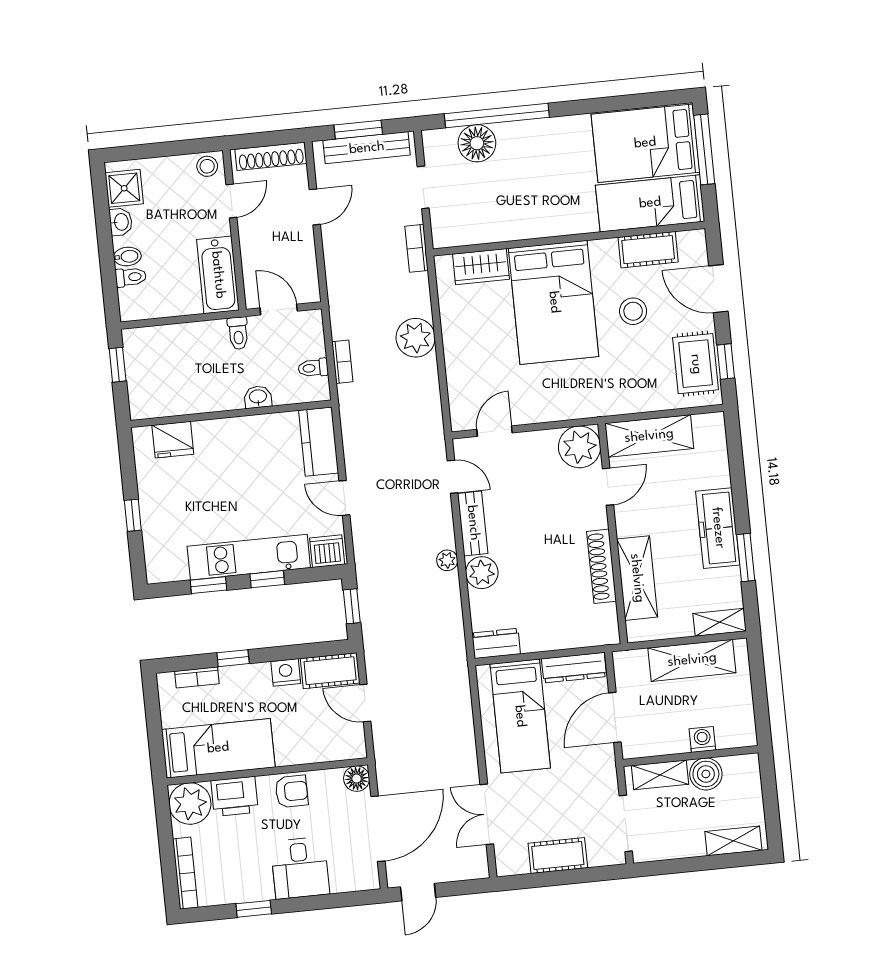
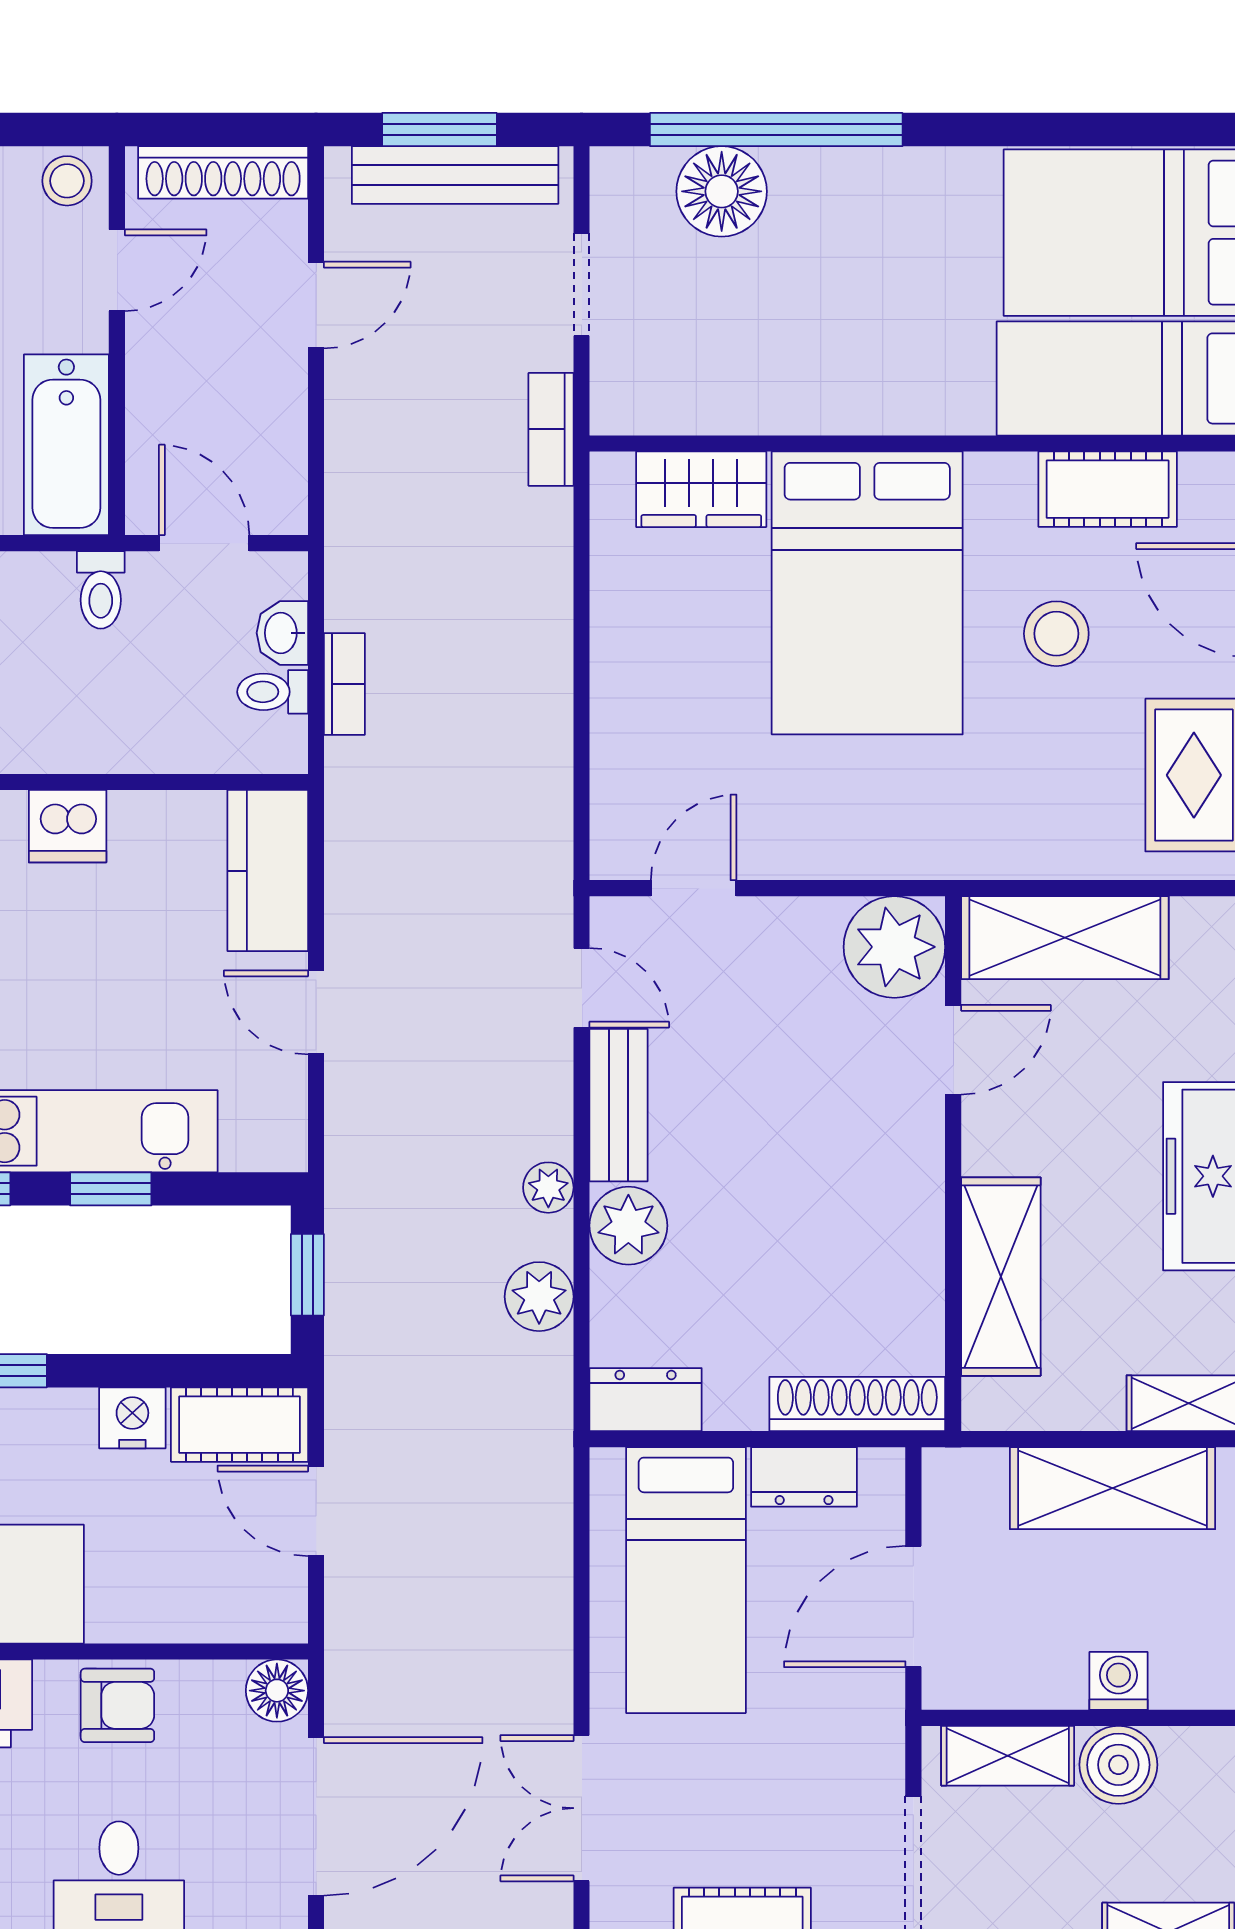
plant: (416, 338) -> (539, 1297), moved, width x0.73, depth x0.73
washbasin: (258, 397) -> (282, 633), moved, turned -90
dishwasher: (327, 551) -> (68, 826), moved, turned 180
shoe rack: (602, 566) -> (857, 1404), moved, turned 90
dresser: (574, 668) -> (804, 1477), width x0.70

